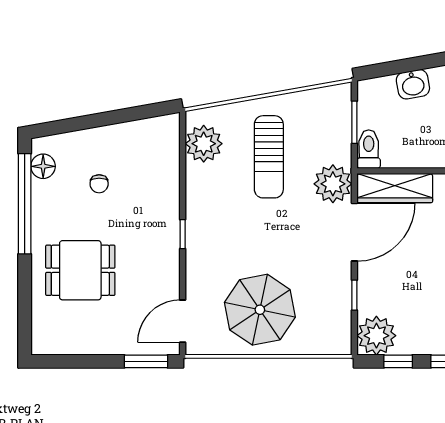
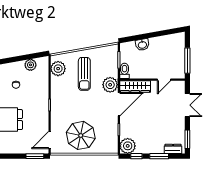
plant: (135, 134) -> (30, 65), added

